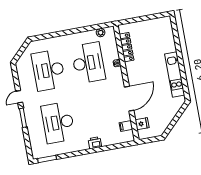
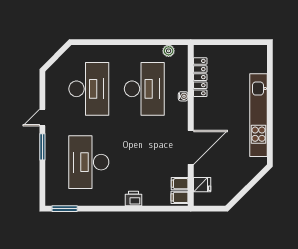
desk: (49, 70) -> (89, 89), turned 180
kitchen unit: (175, 75) -> (258, 115), width x1.36
filing cabinet: (128, 136) -> (180, 197), added

